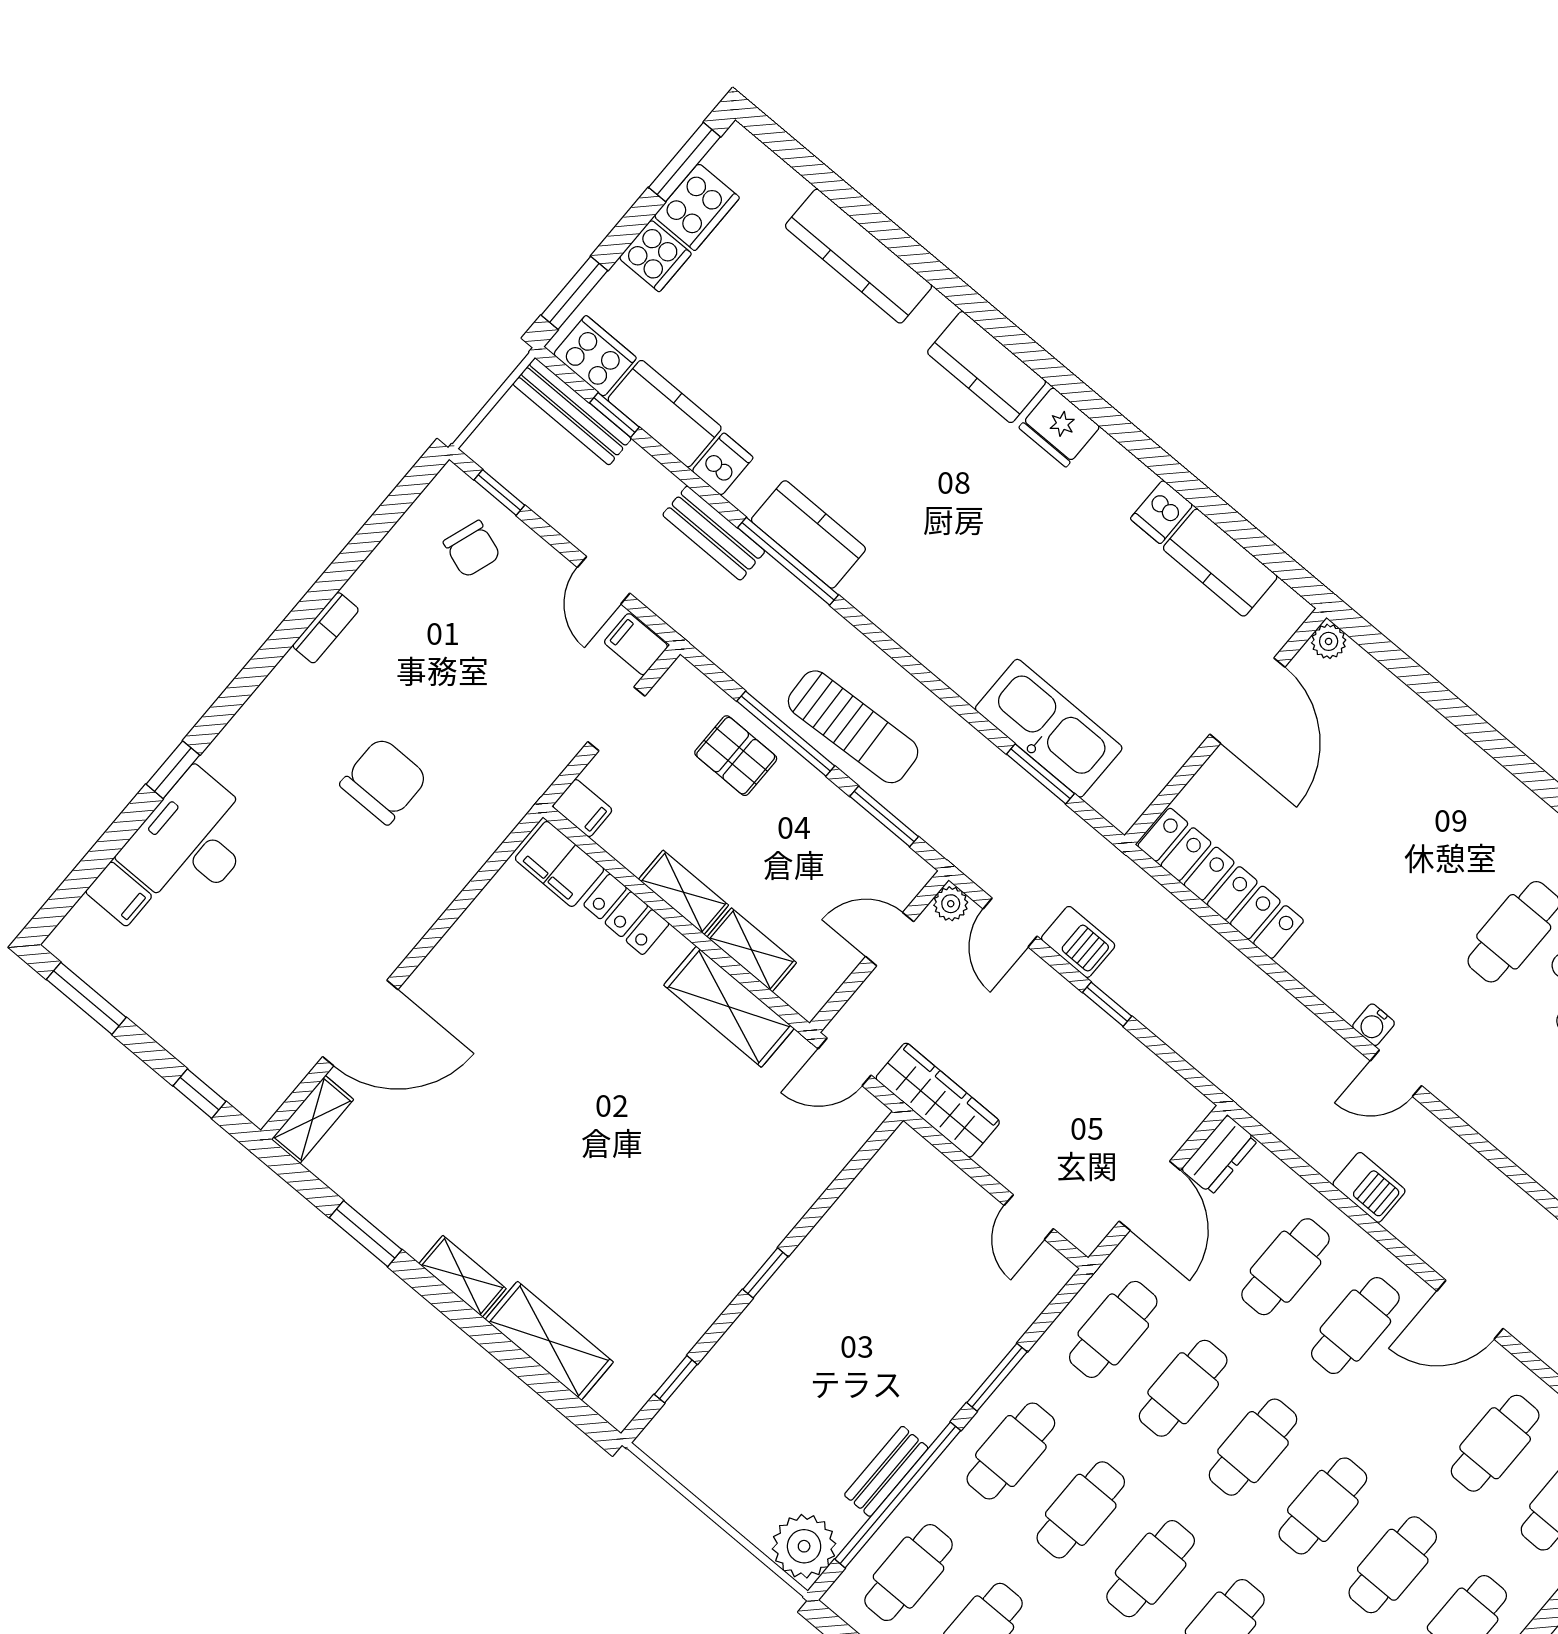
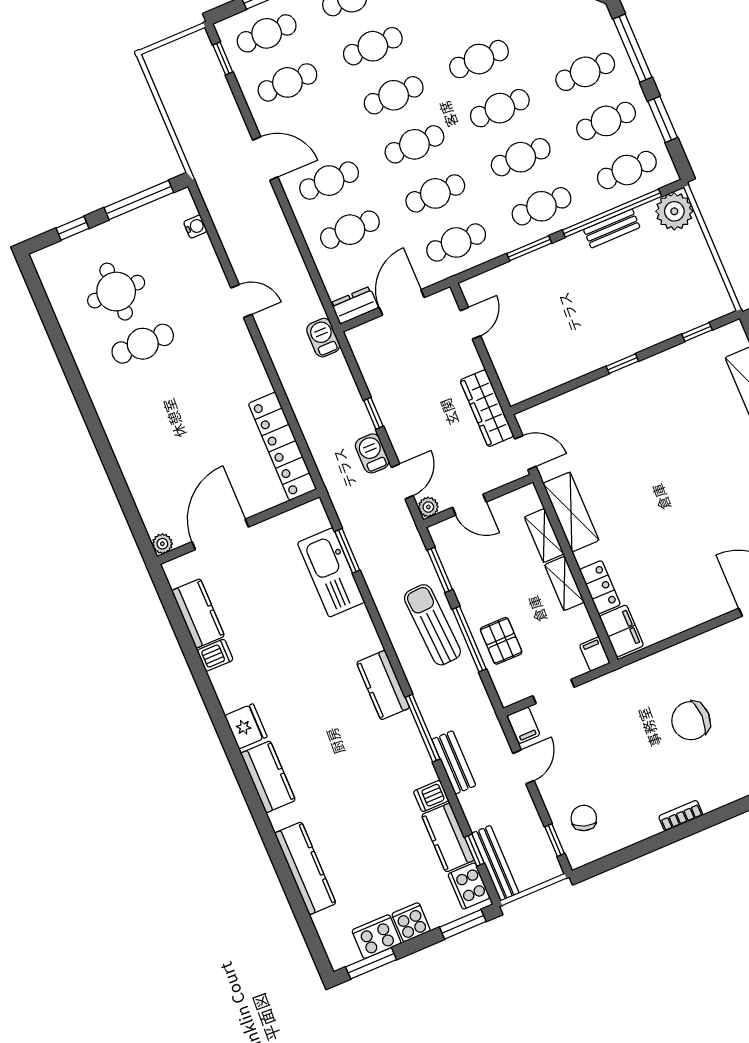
kitchen counter: (808, 534) -> (383, 685), moved
water cooler: (1374, 1025) -> (195, 227), moved
barbecue: (1369, 1187) -> (323, 338), moved

